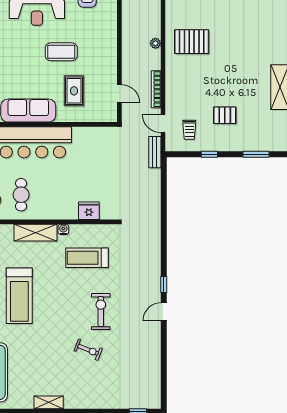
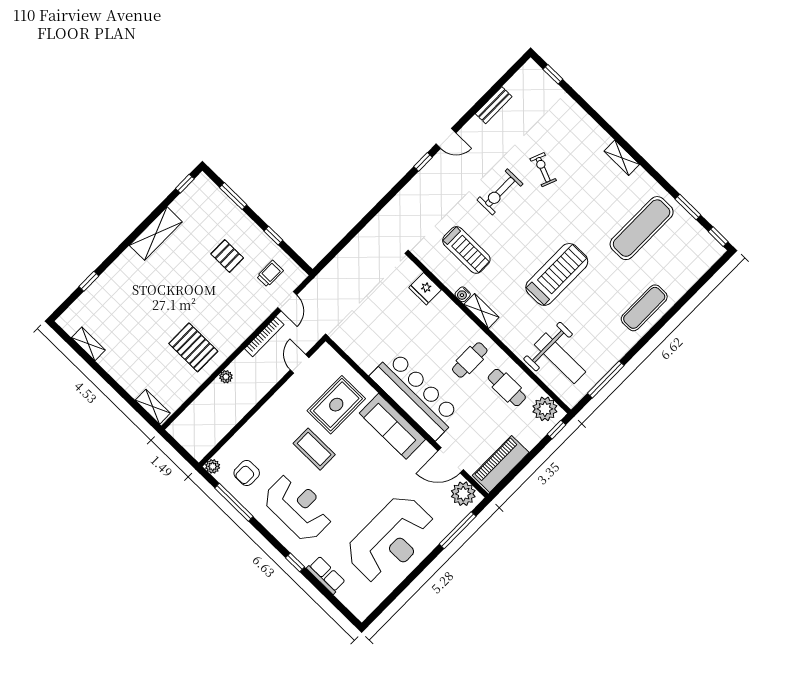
rug: (74, 91) -> (336, 405), width x1.36, depth x1.43
bench: (155, 152) -> (494, 105), moved
shelving: (35, 233) -> (481, 311), width x0.67, depth x0.75

